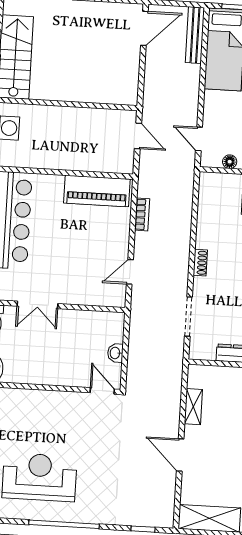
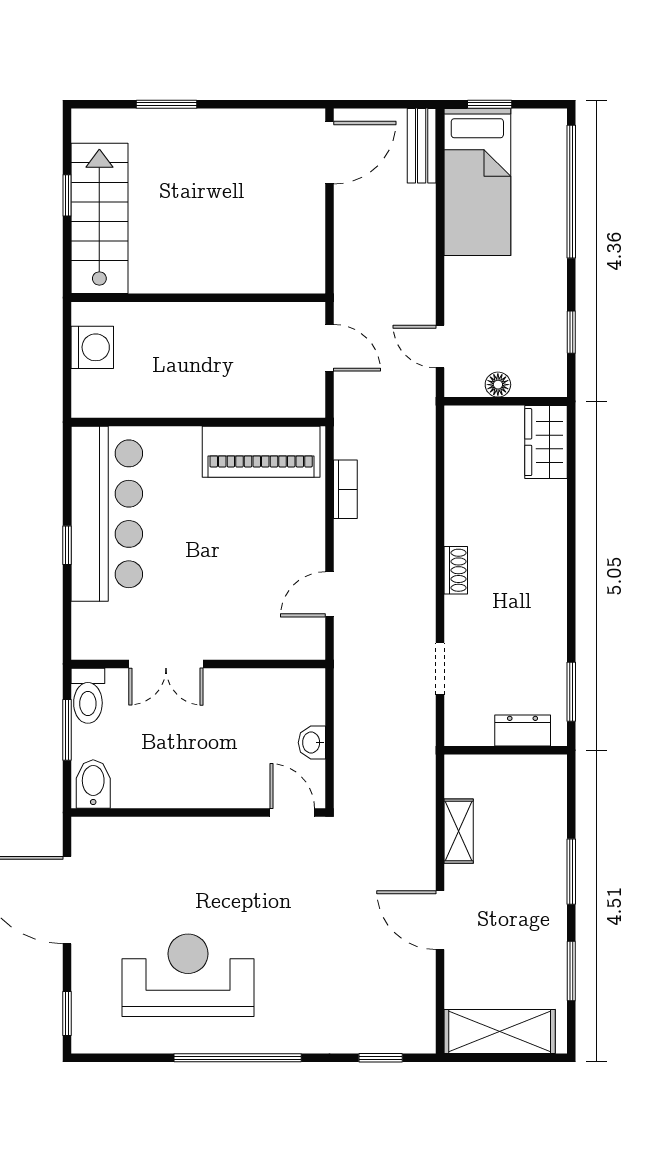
bench: (195, 35) -> (422, 146), width x0.73
doorway: (188, 317) -> (440, 669), width x0.73

